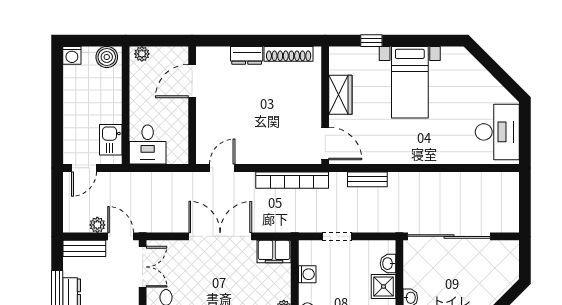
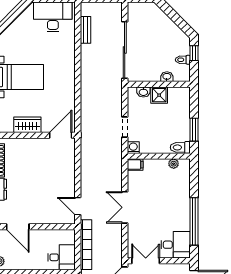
bench: (367, 179) -> (85, 30), moved
bookcase: (292, 180) -> (86, 245), moved
double door: (220, 236) -> (125, 207), width x0.73
filing cabinet: (274, 252) -> (135, 165), width x0.50
washing machine: (307, 274) -> (133, 148), moved

